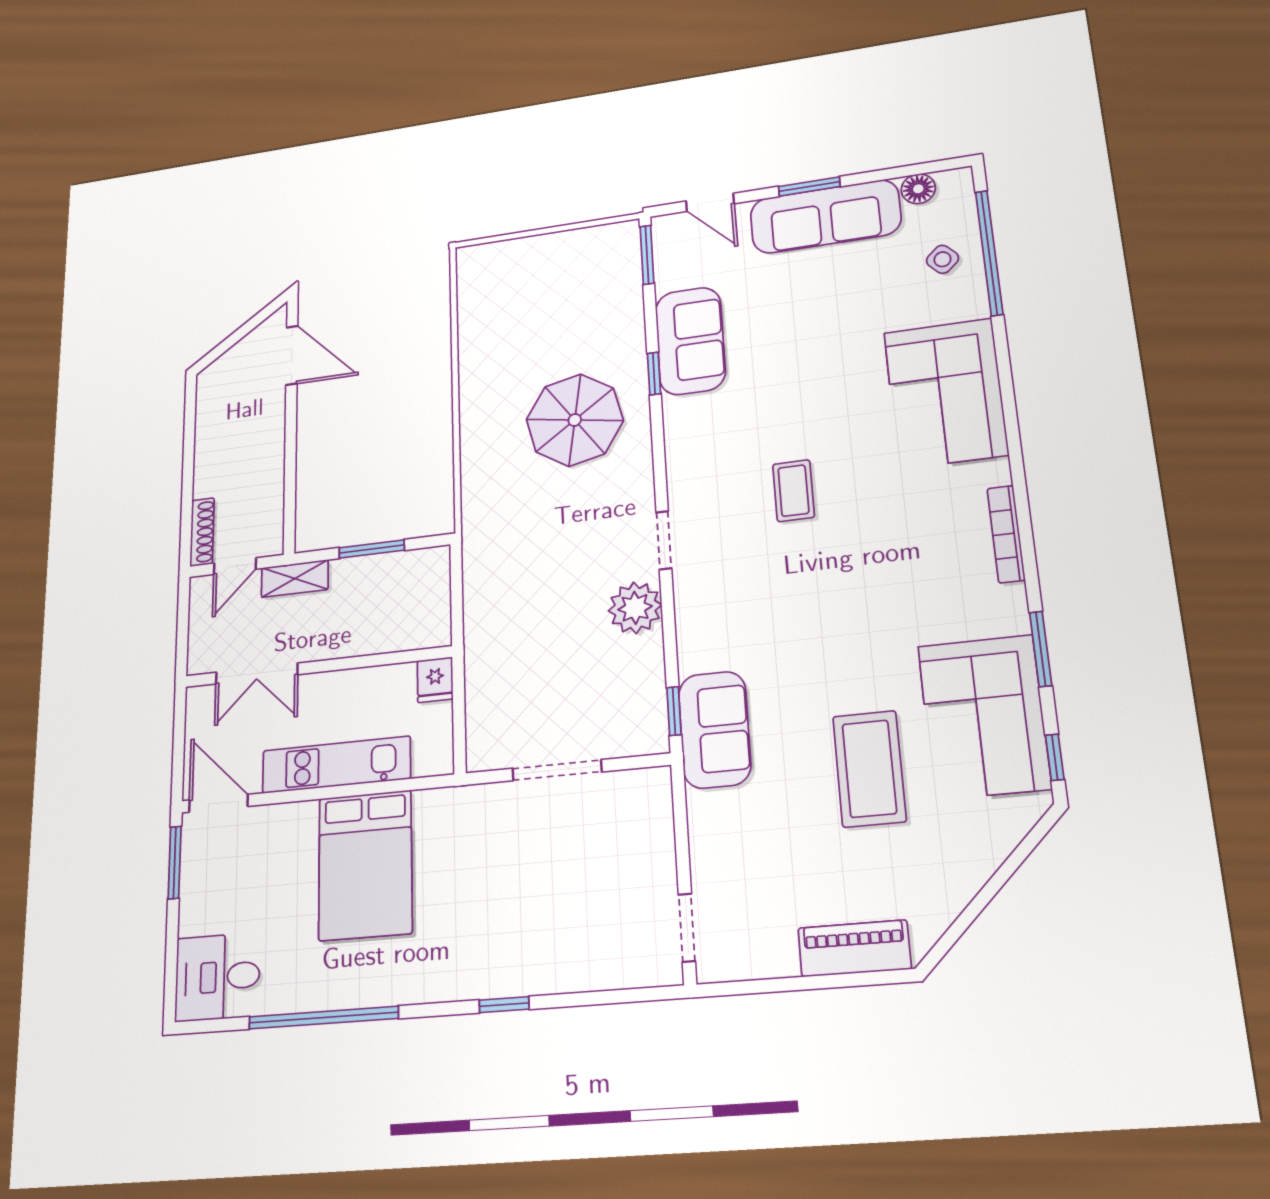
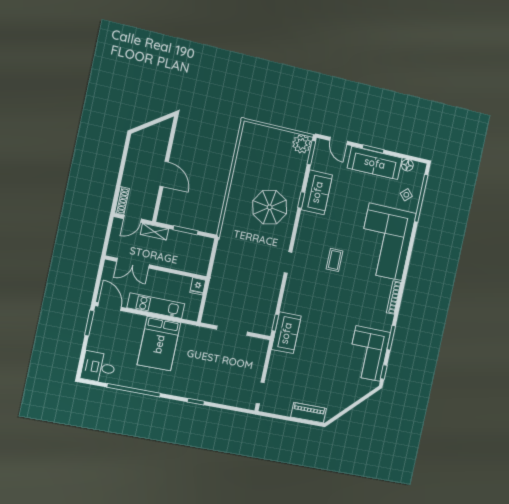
door: (292, 355) -> (164, 174), moved
corner sofa: (946, 393) -> (386, 242), width x1.36, depth x1.36
plant: (635, 608) -> (302, 144), moved
coffee table: (869, 769) -> (330, 360), removed

